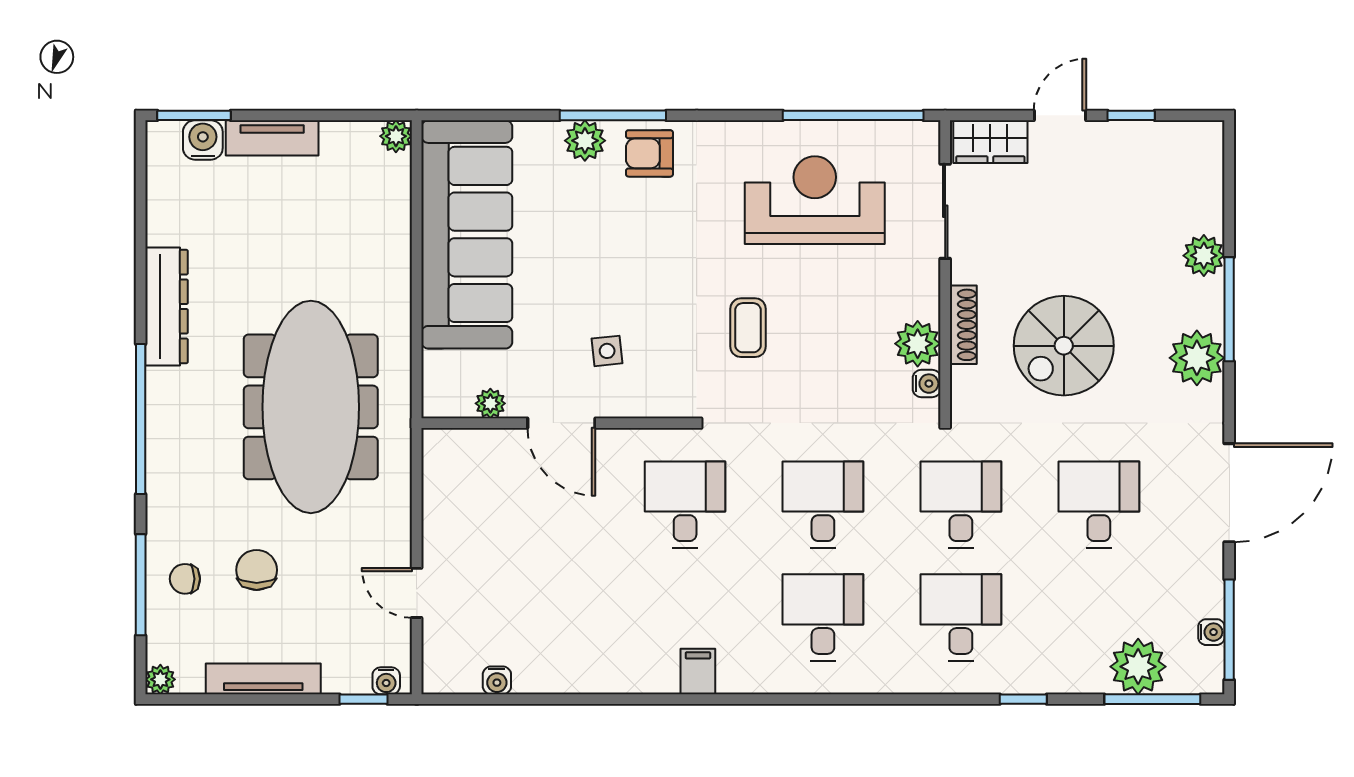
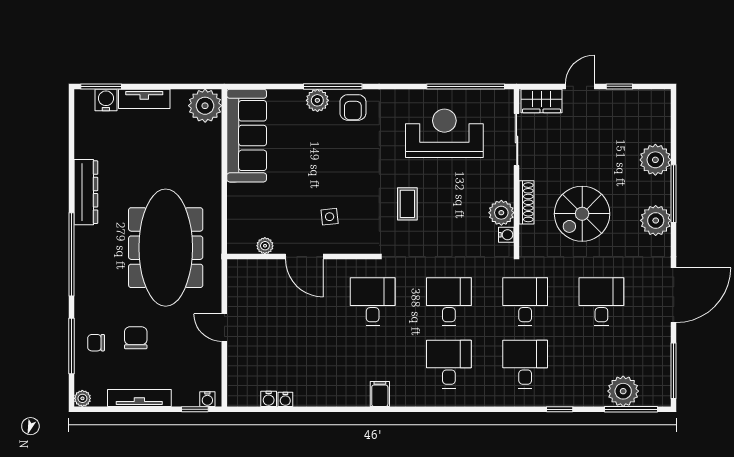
plant: (396, 136) -> (205, 106), width x1.88, depth x1.88
armchair: (649, 153) -> (353, 107), turned -90
sofa: (467, 234) -> (247, 136), width x0.74, depth x0.79
plant: (1204, 256) -> (655, 160), width x1.36, depth x1.36
door: (417, 593) -> (224, 328), moved
water cooler: (1211, 632) -> (285, 399), moved, turned 90

